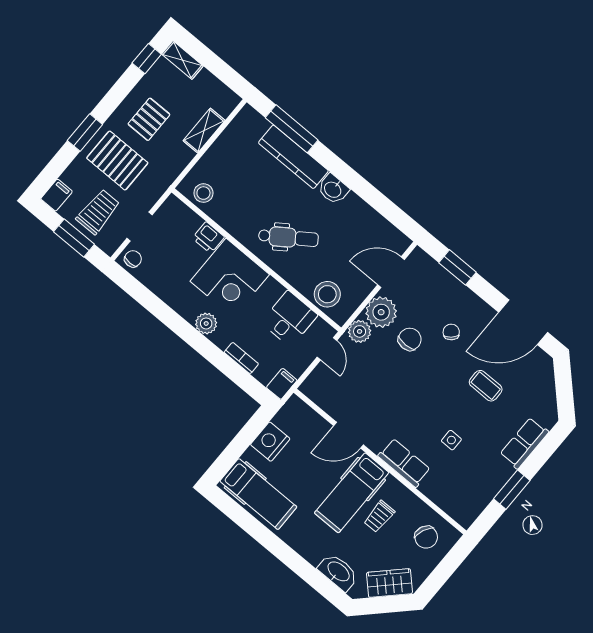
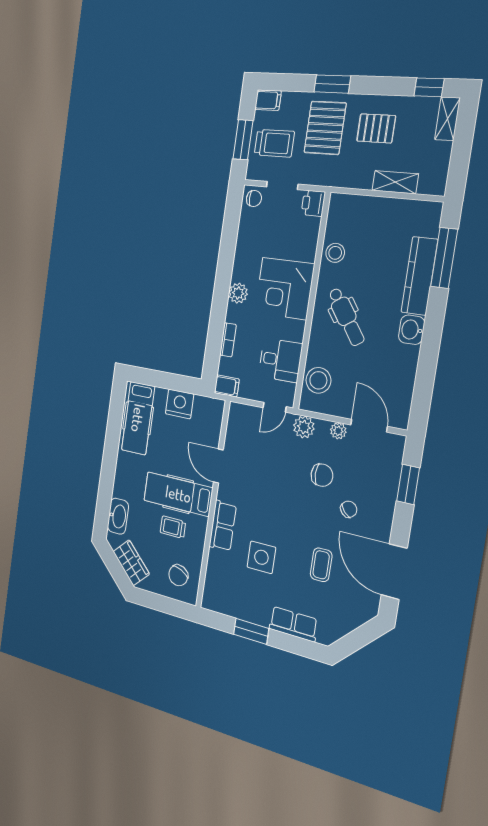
stool: (203, 193) -> (335, 253), moved
printer: (208, 238) -> (313, 203), moved
plant: (381, 312) -> (338, 431), width x0.53, depth x0.53
side table: (451, 440) -> (261, 557), width x1.87, depth x1.87

